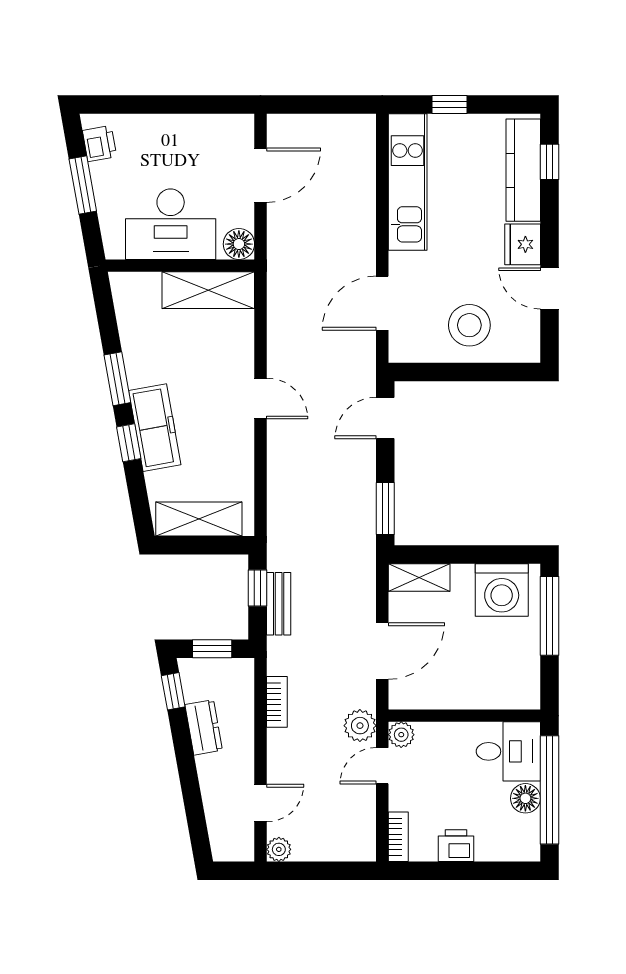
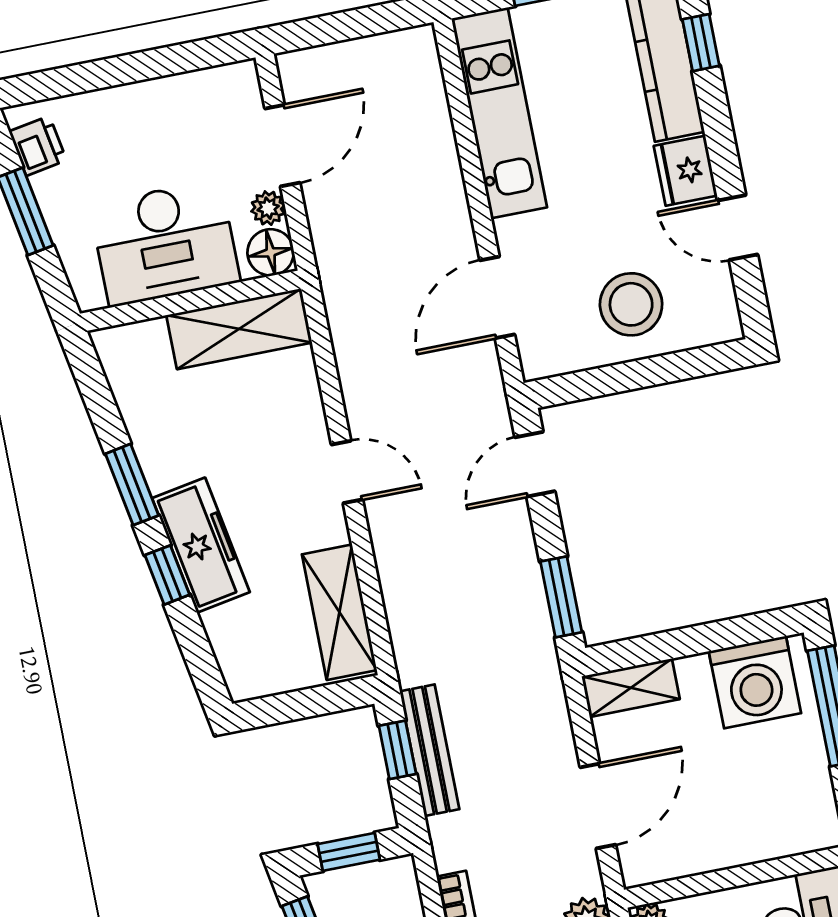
plant: (243, 215) -> (268, 208), added
shelving: (199, 519) -> (339, 612), moved, turned 90
bench: (279, 604) -> (430, 750), width x1.36

